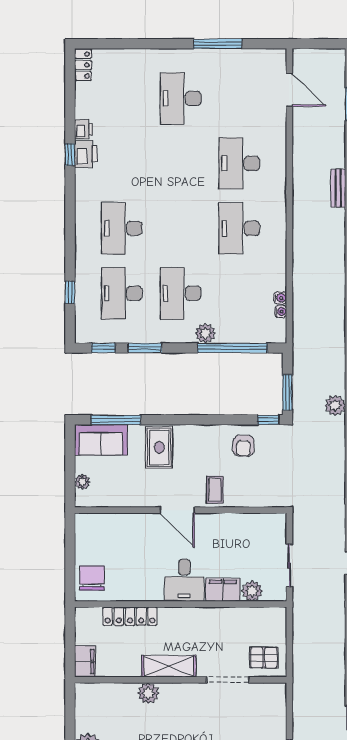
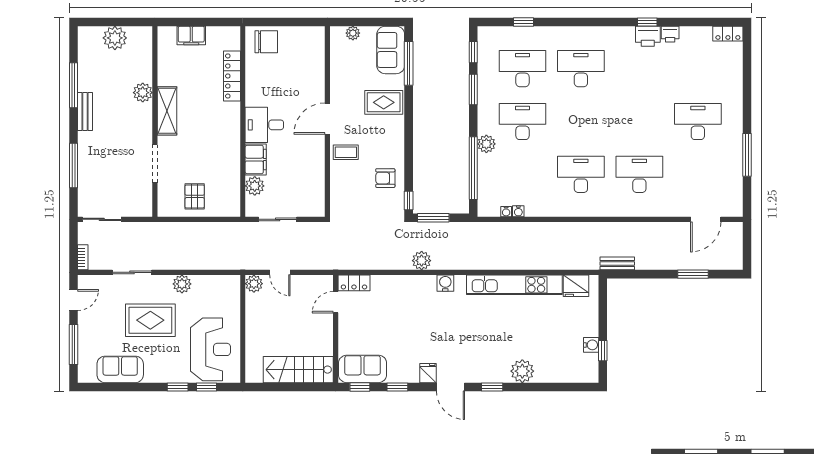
shelving: (169, 666) -> (167, 111), moved
wall: (181, 680) -> (155, 122), moved
doorway: (228, 680) -> (155, 164), moved
plant: (148, 693) -> (143, 93), moved

